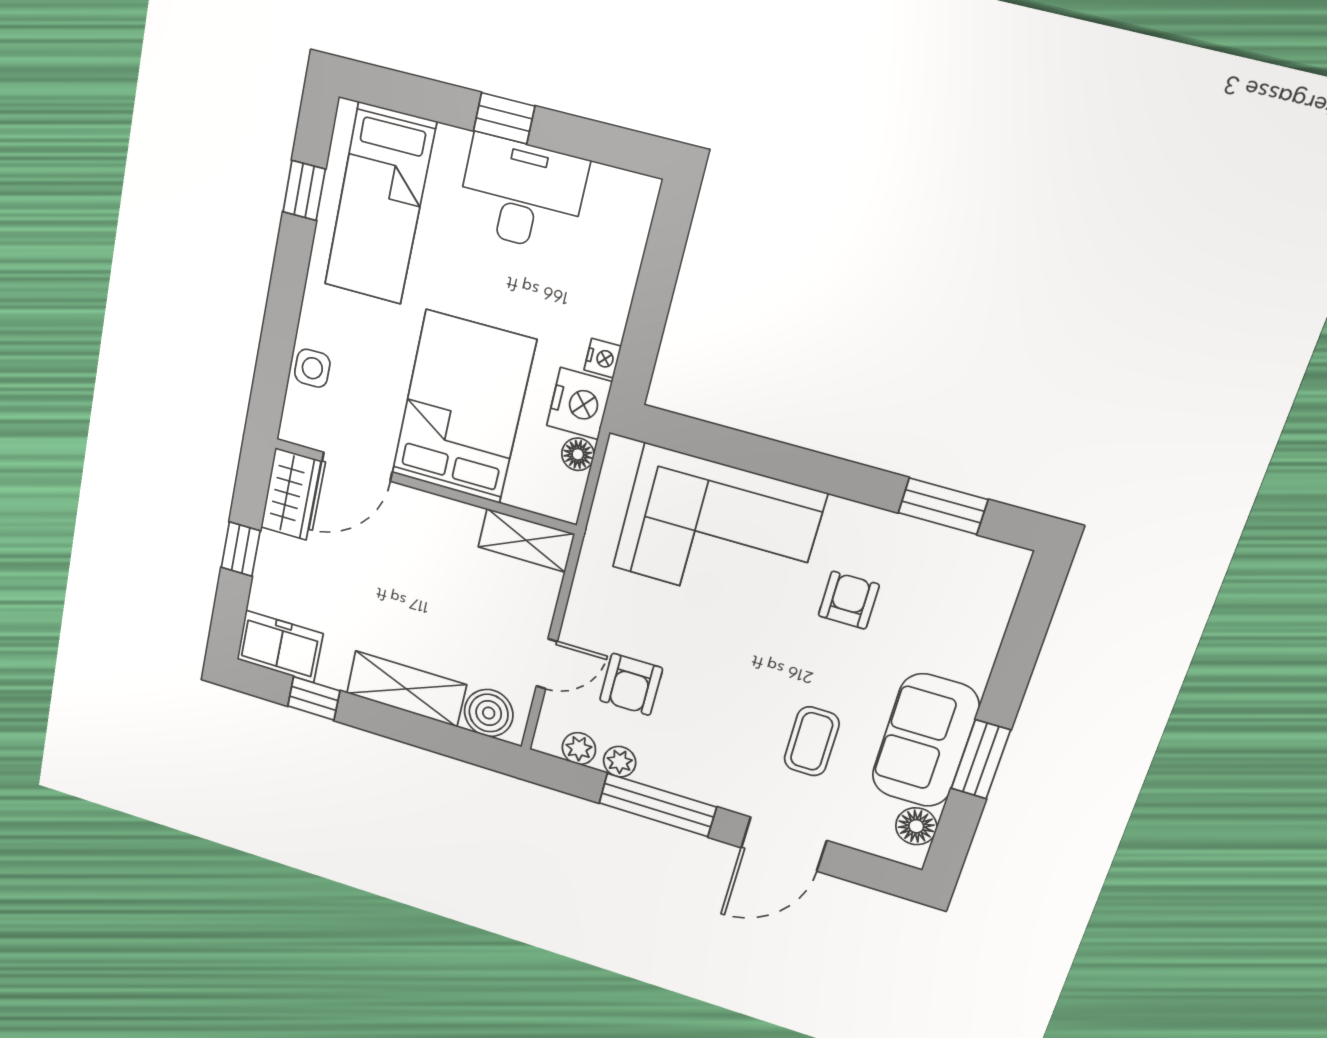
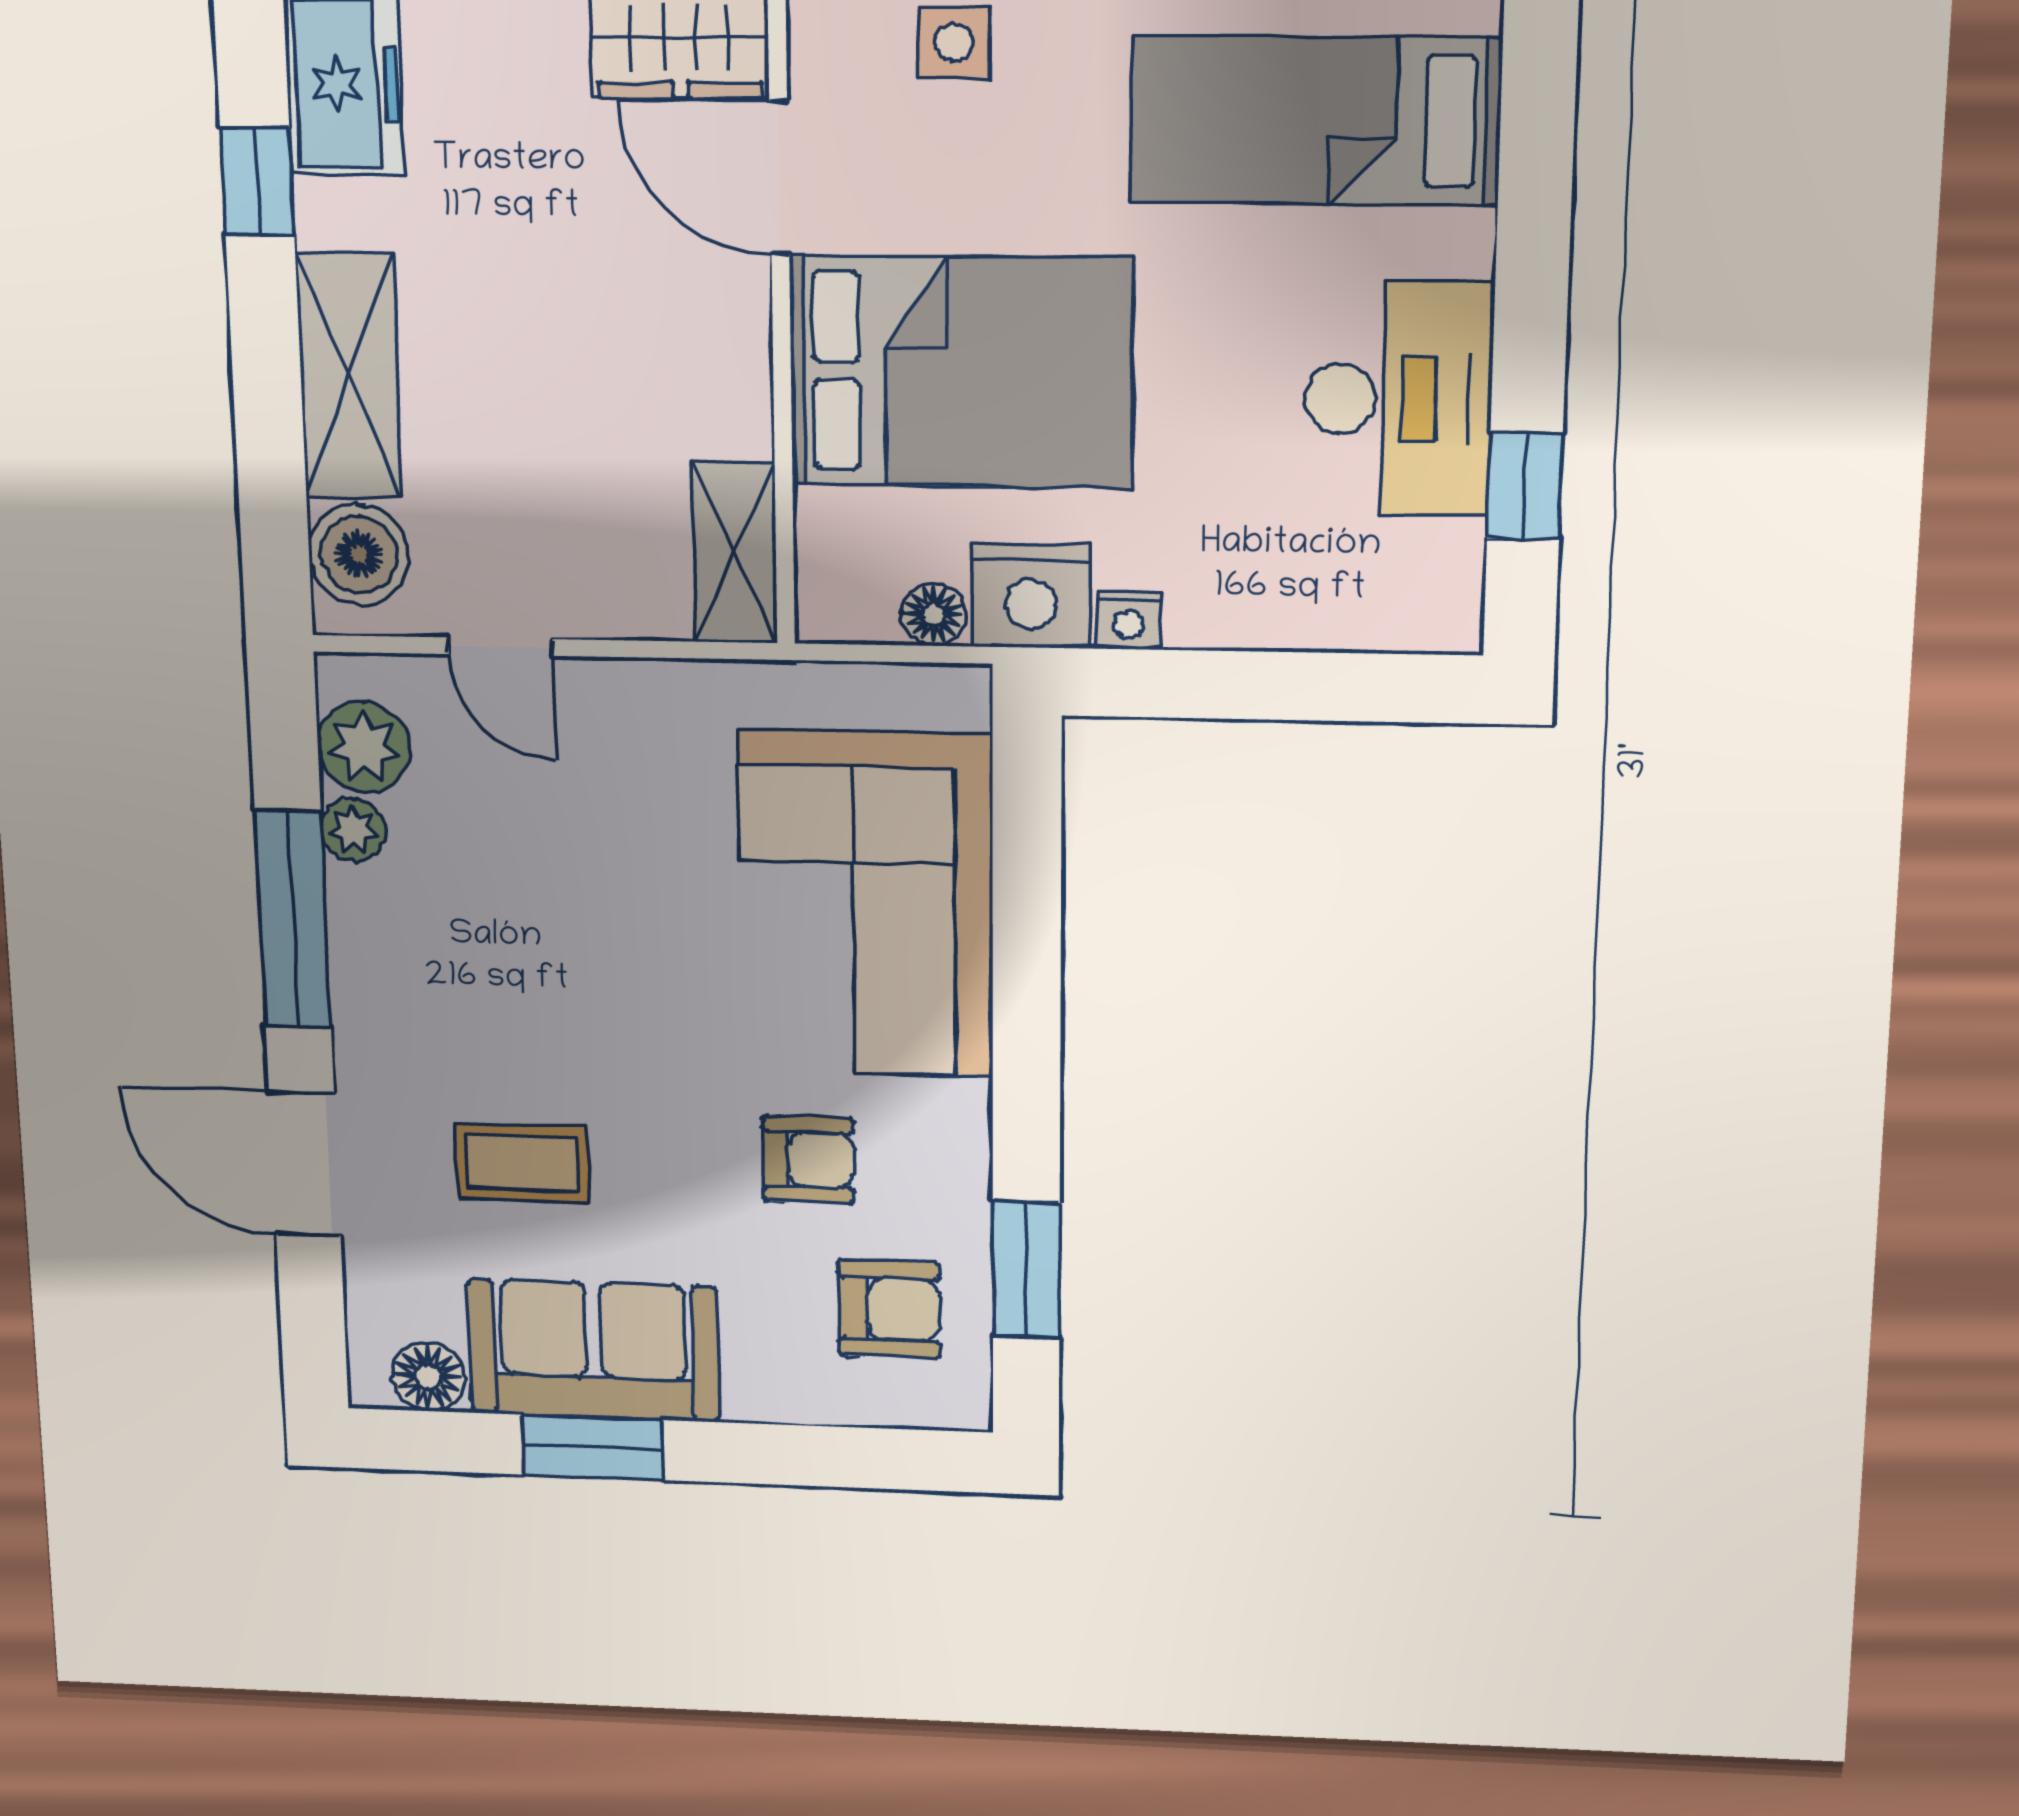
window: (504, 118) -> (1525, 486), moved
armchair: (631, 684) -> (889, 1309), moved, turned 180
plant: (579, 749) -> (364, 747), width x1.38, depth x1.38

